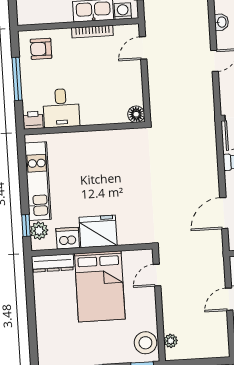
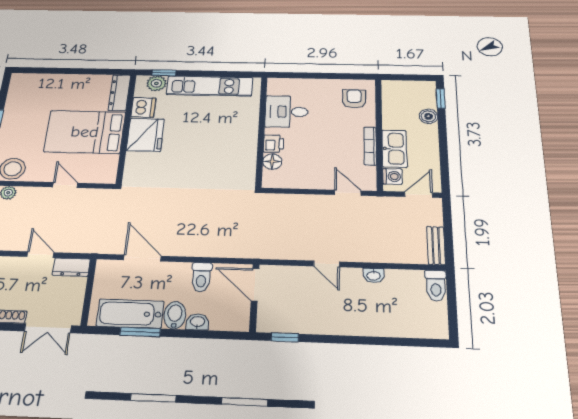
window: (17, 79) -> (323, 76), removed
floor lamp: (136, 114) -> (272, 162), moved
printer: (33, 120) -> (274, 144), moved
door: (157, 275) -> (65, 185), moved

